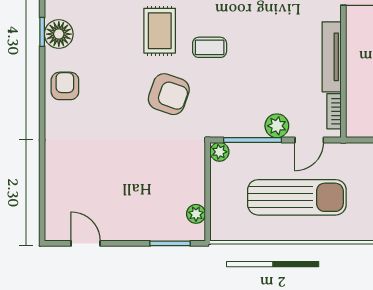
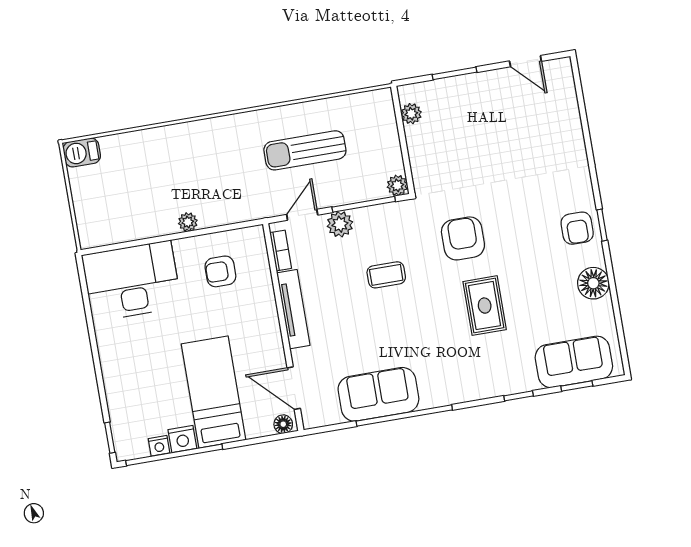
window: (42, 32) -> (602, 225), moved
coffee table: (210, 47) -> (386, 275), moved
armchair: (169, 94) -> (463, 238), turned 71
sun lounger: (297, 197) -> (305, 150), width x0.73, depth x0.75
window: (170, 243) -> (455, 73), moved

